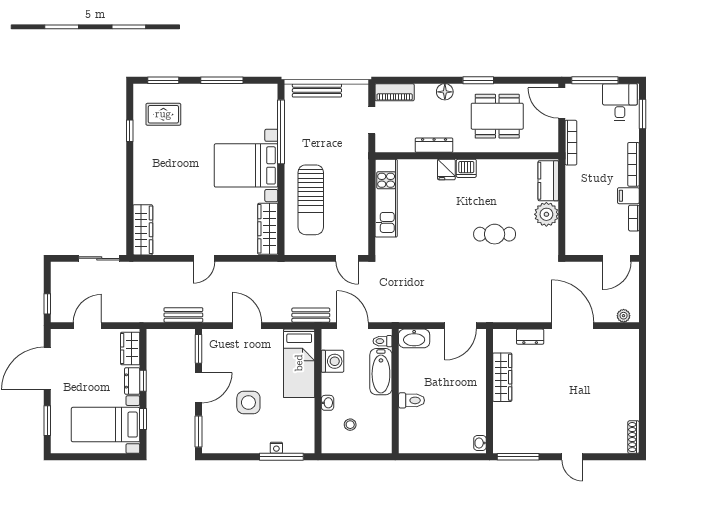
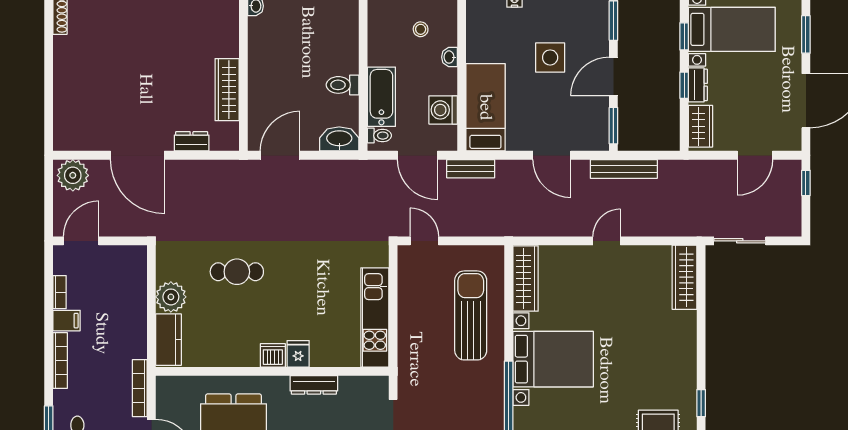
bench: (183, 315) -> (624, 169), width x1.36
plant: (624, 316) -> (73, 175), width x1.87, depth x1.87
toilet: (411, 400) -> (343, 85), moved

